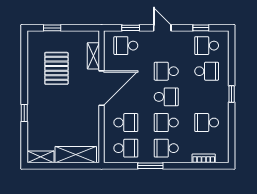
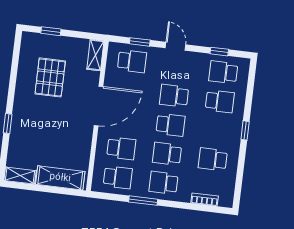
school desk: (126, 46) -> (132, 61), turned 180
shelving: (93, 56) -> (95, 55), moved

